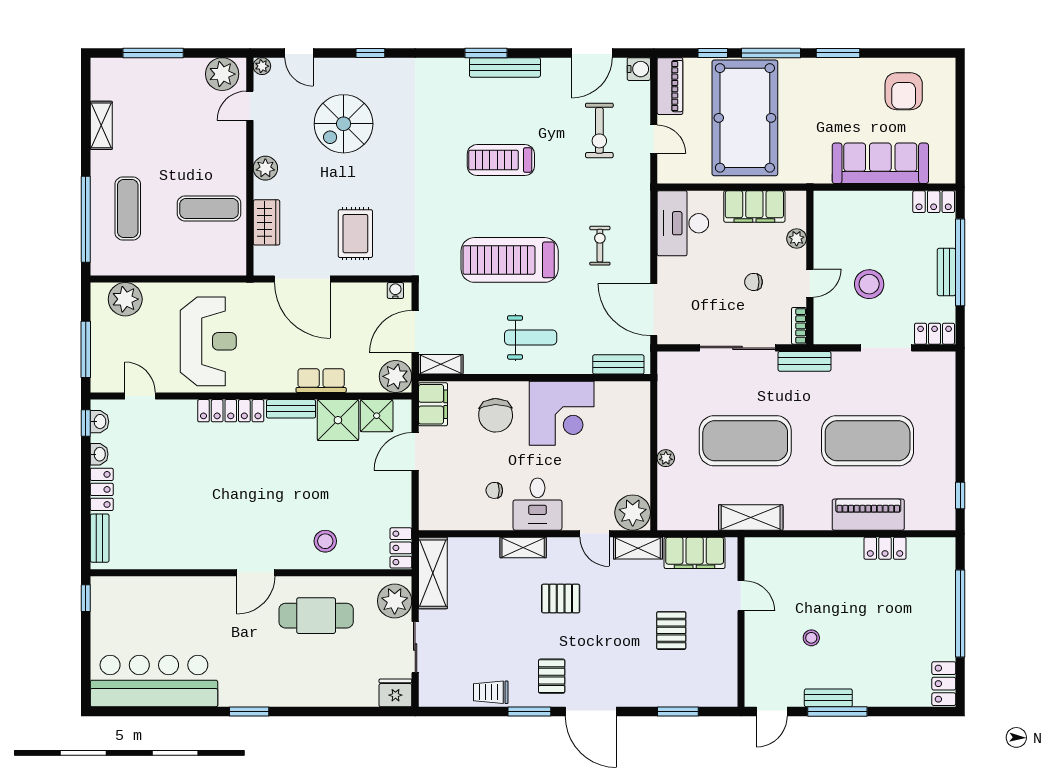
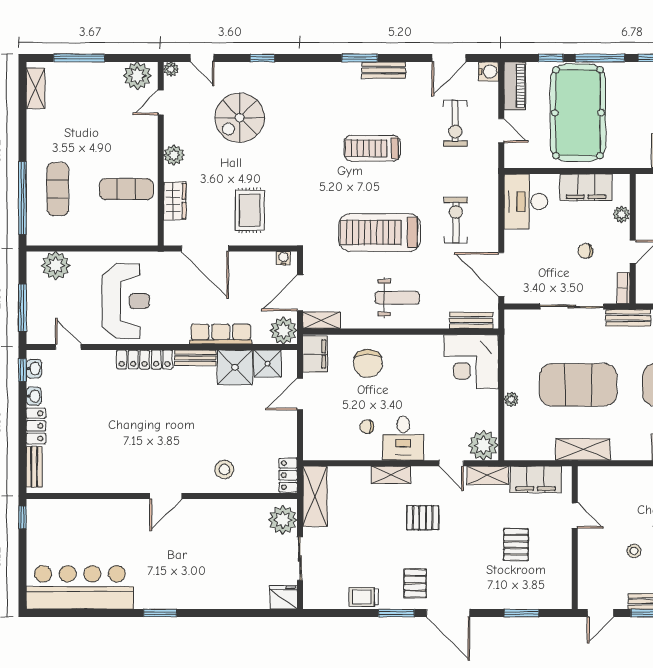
bench: (505, 67) -> (384, 70), width x0.73
shelving: (101, 125) -> (35, 88), moved
exercise bike: (600, 246) -> (456, 220), width x1.38, depth x1.39
row of seats: (321, 381) -> (221, 334), width x1.48
corner desk: (562, 413) -> (471, 362), moved, turned 90
cafe table: (316, 616) -> (217, 532), removed

